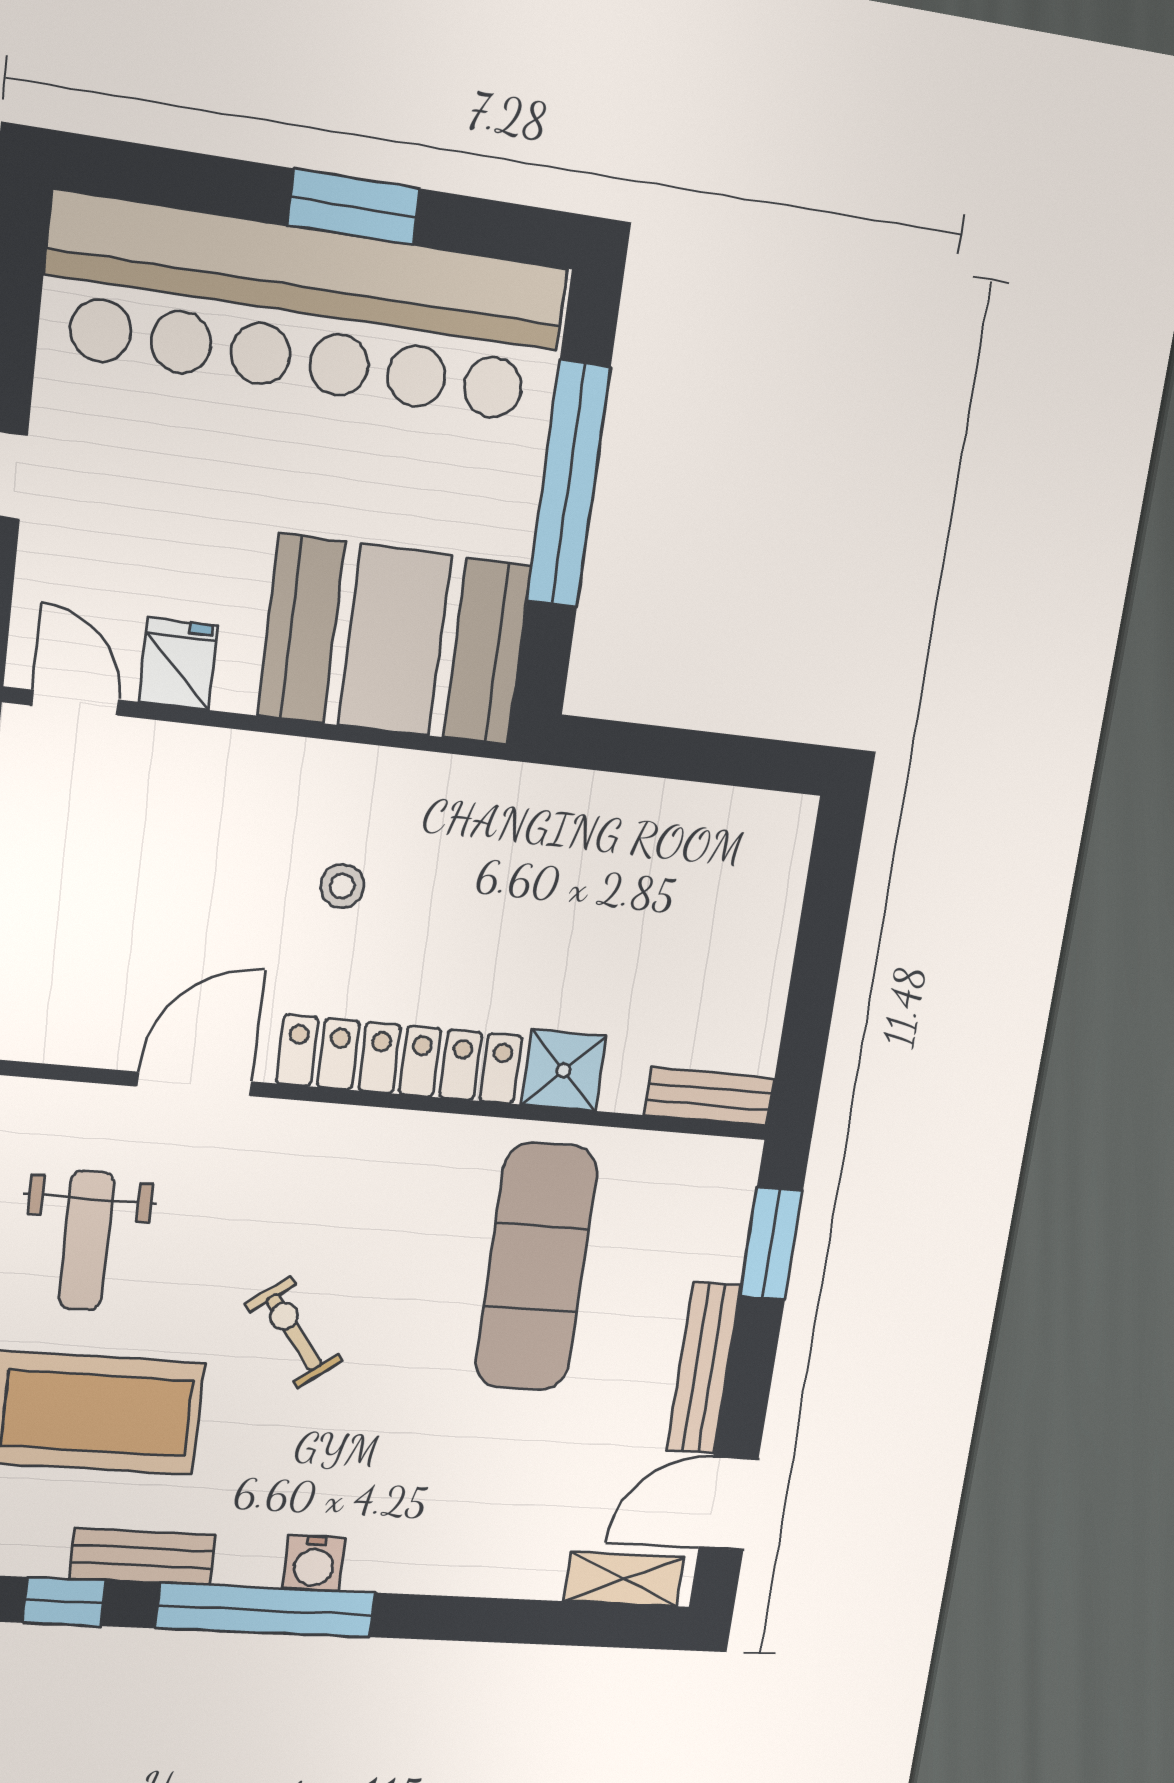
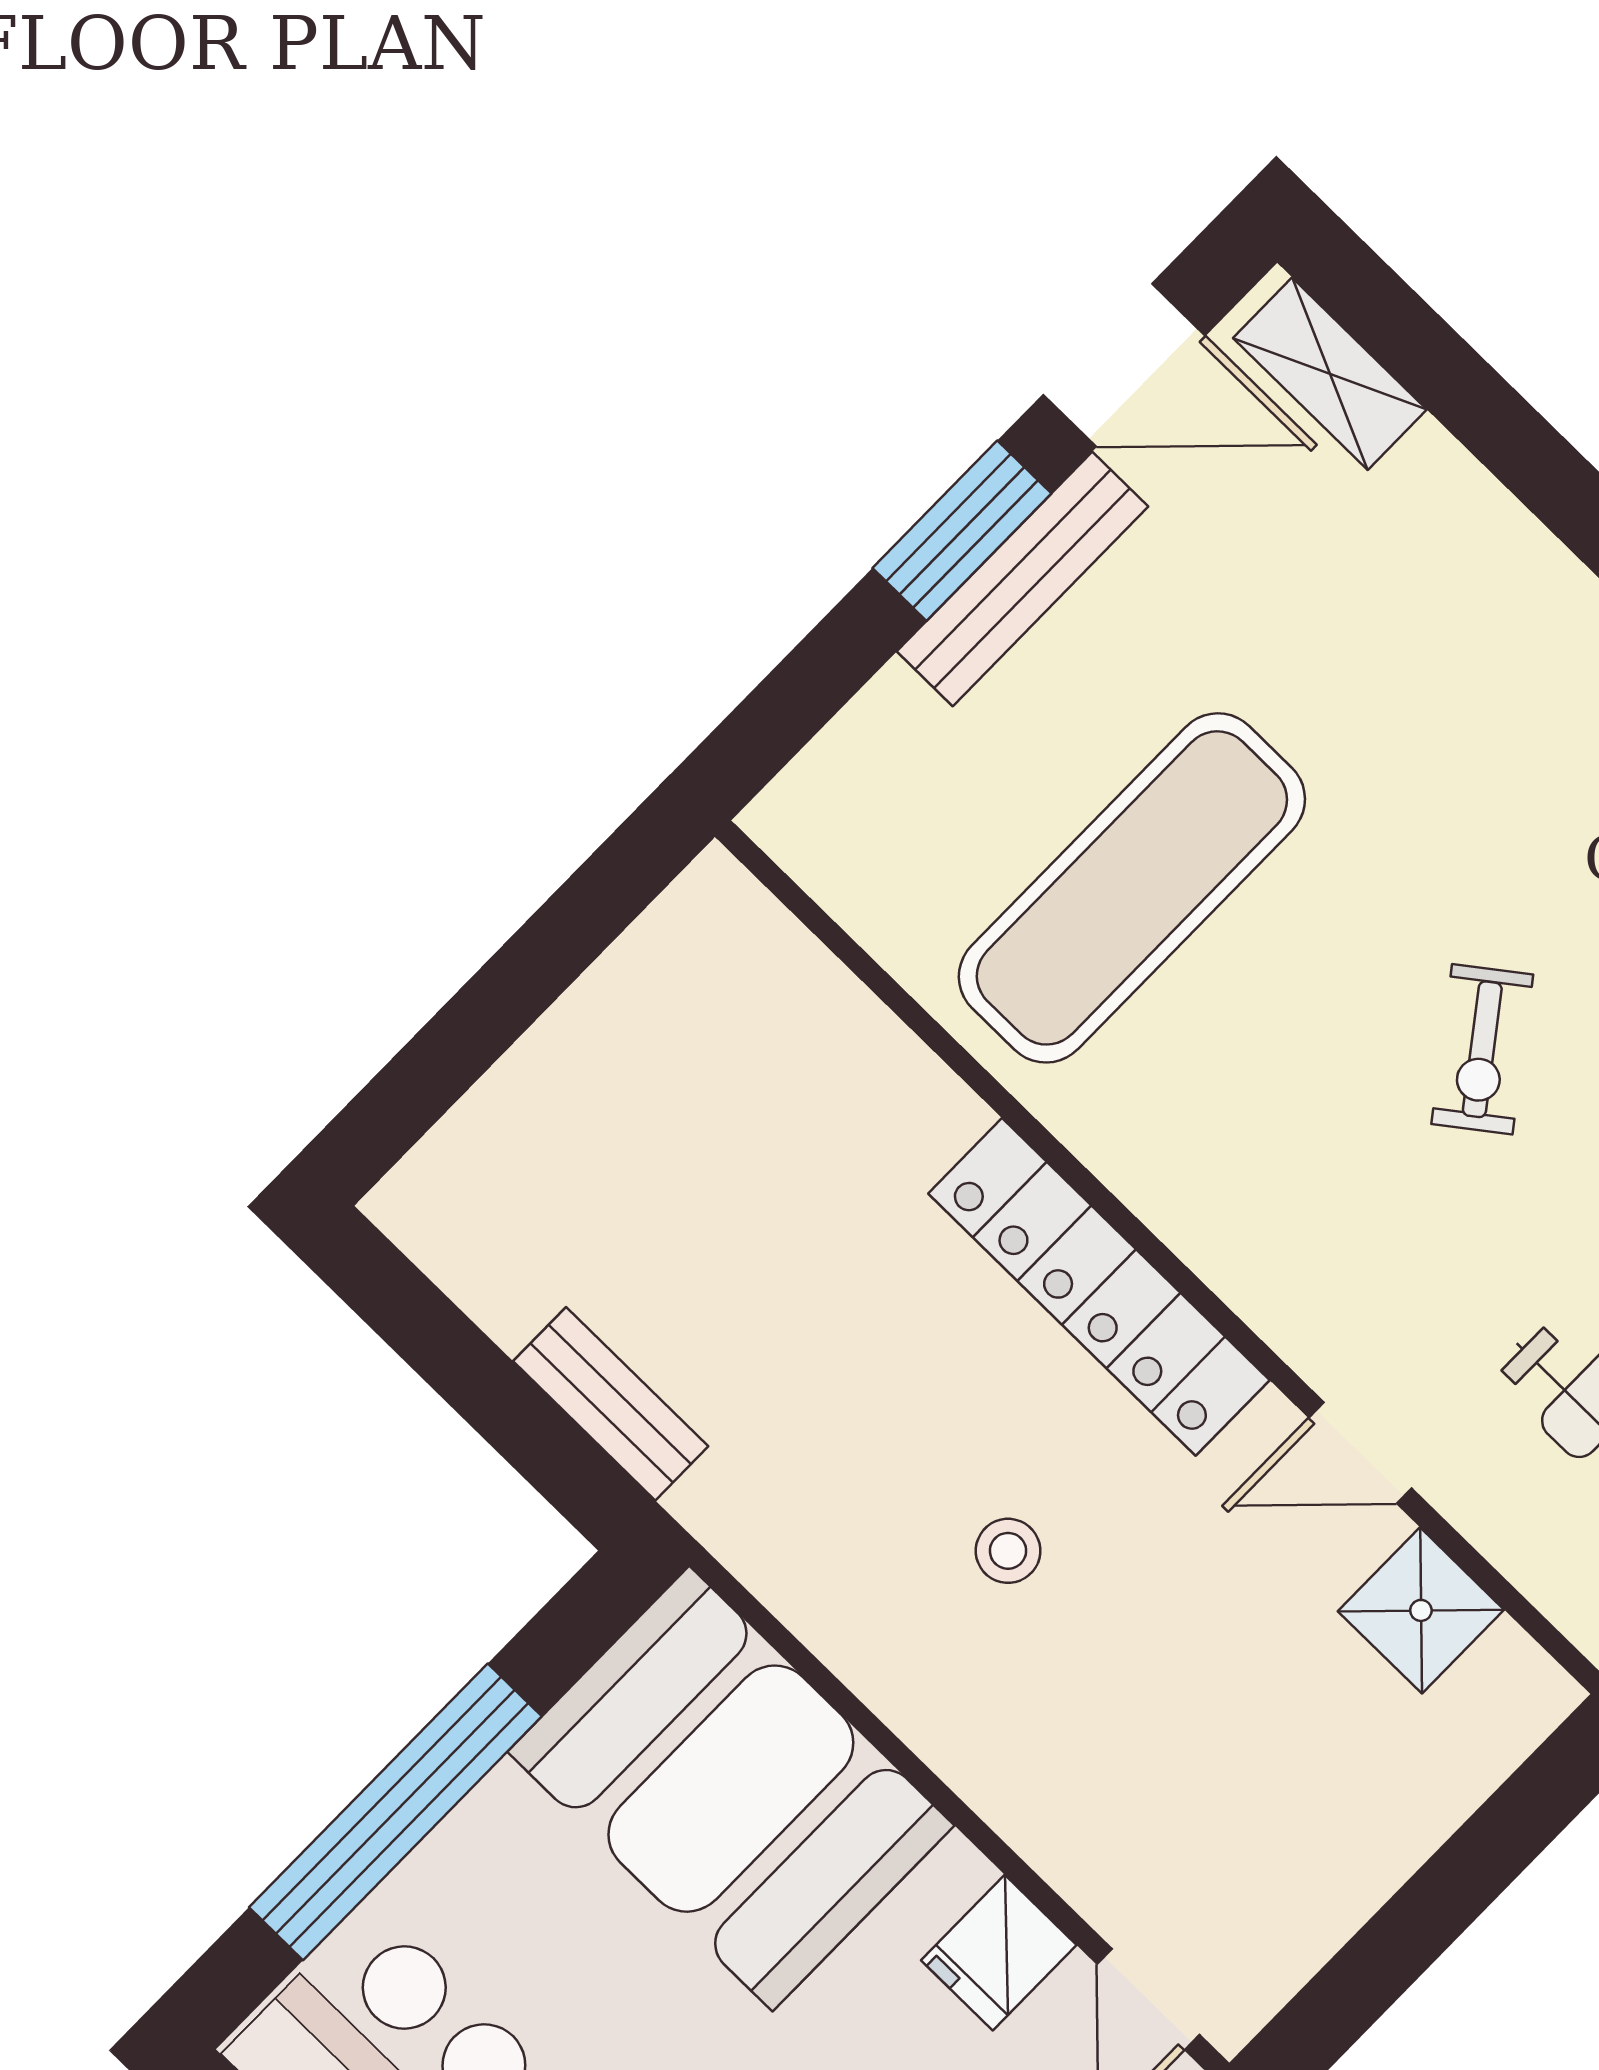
shower: (564, 1070) -> (1421, 1610), moved
door: (194, 1084) -> (1360, 1453), width x0.73
bench: (709, 1097) -> (611, 1404), moved
window: (771, 1244) -> (962, 531), moved

